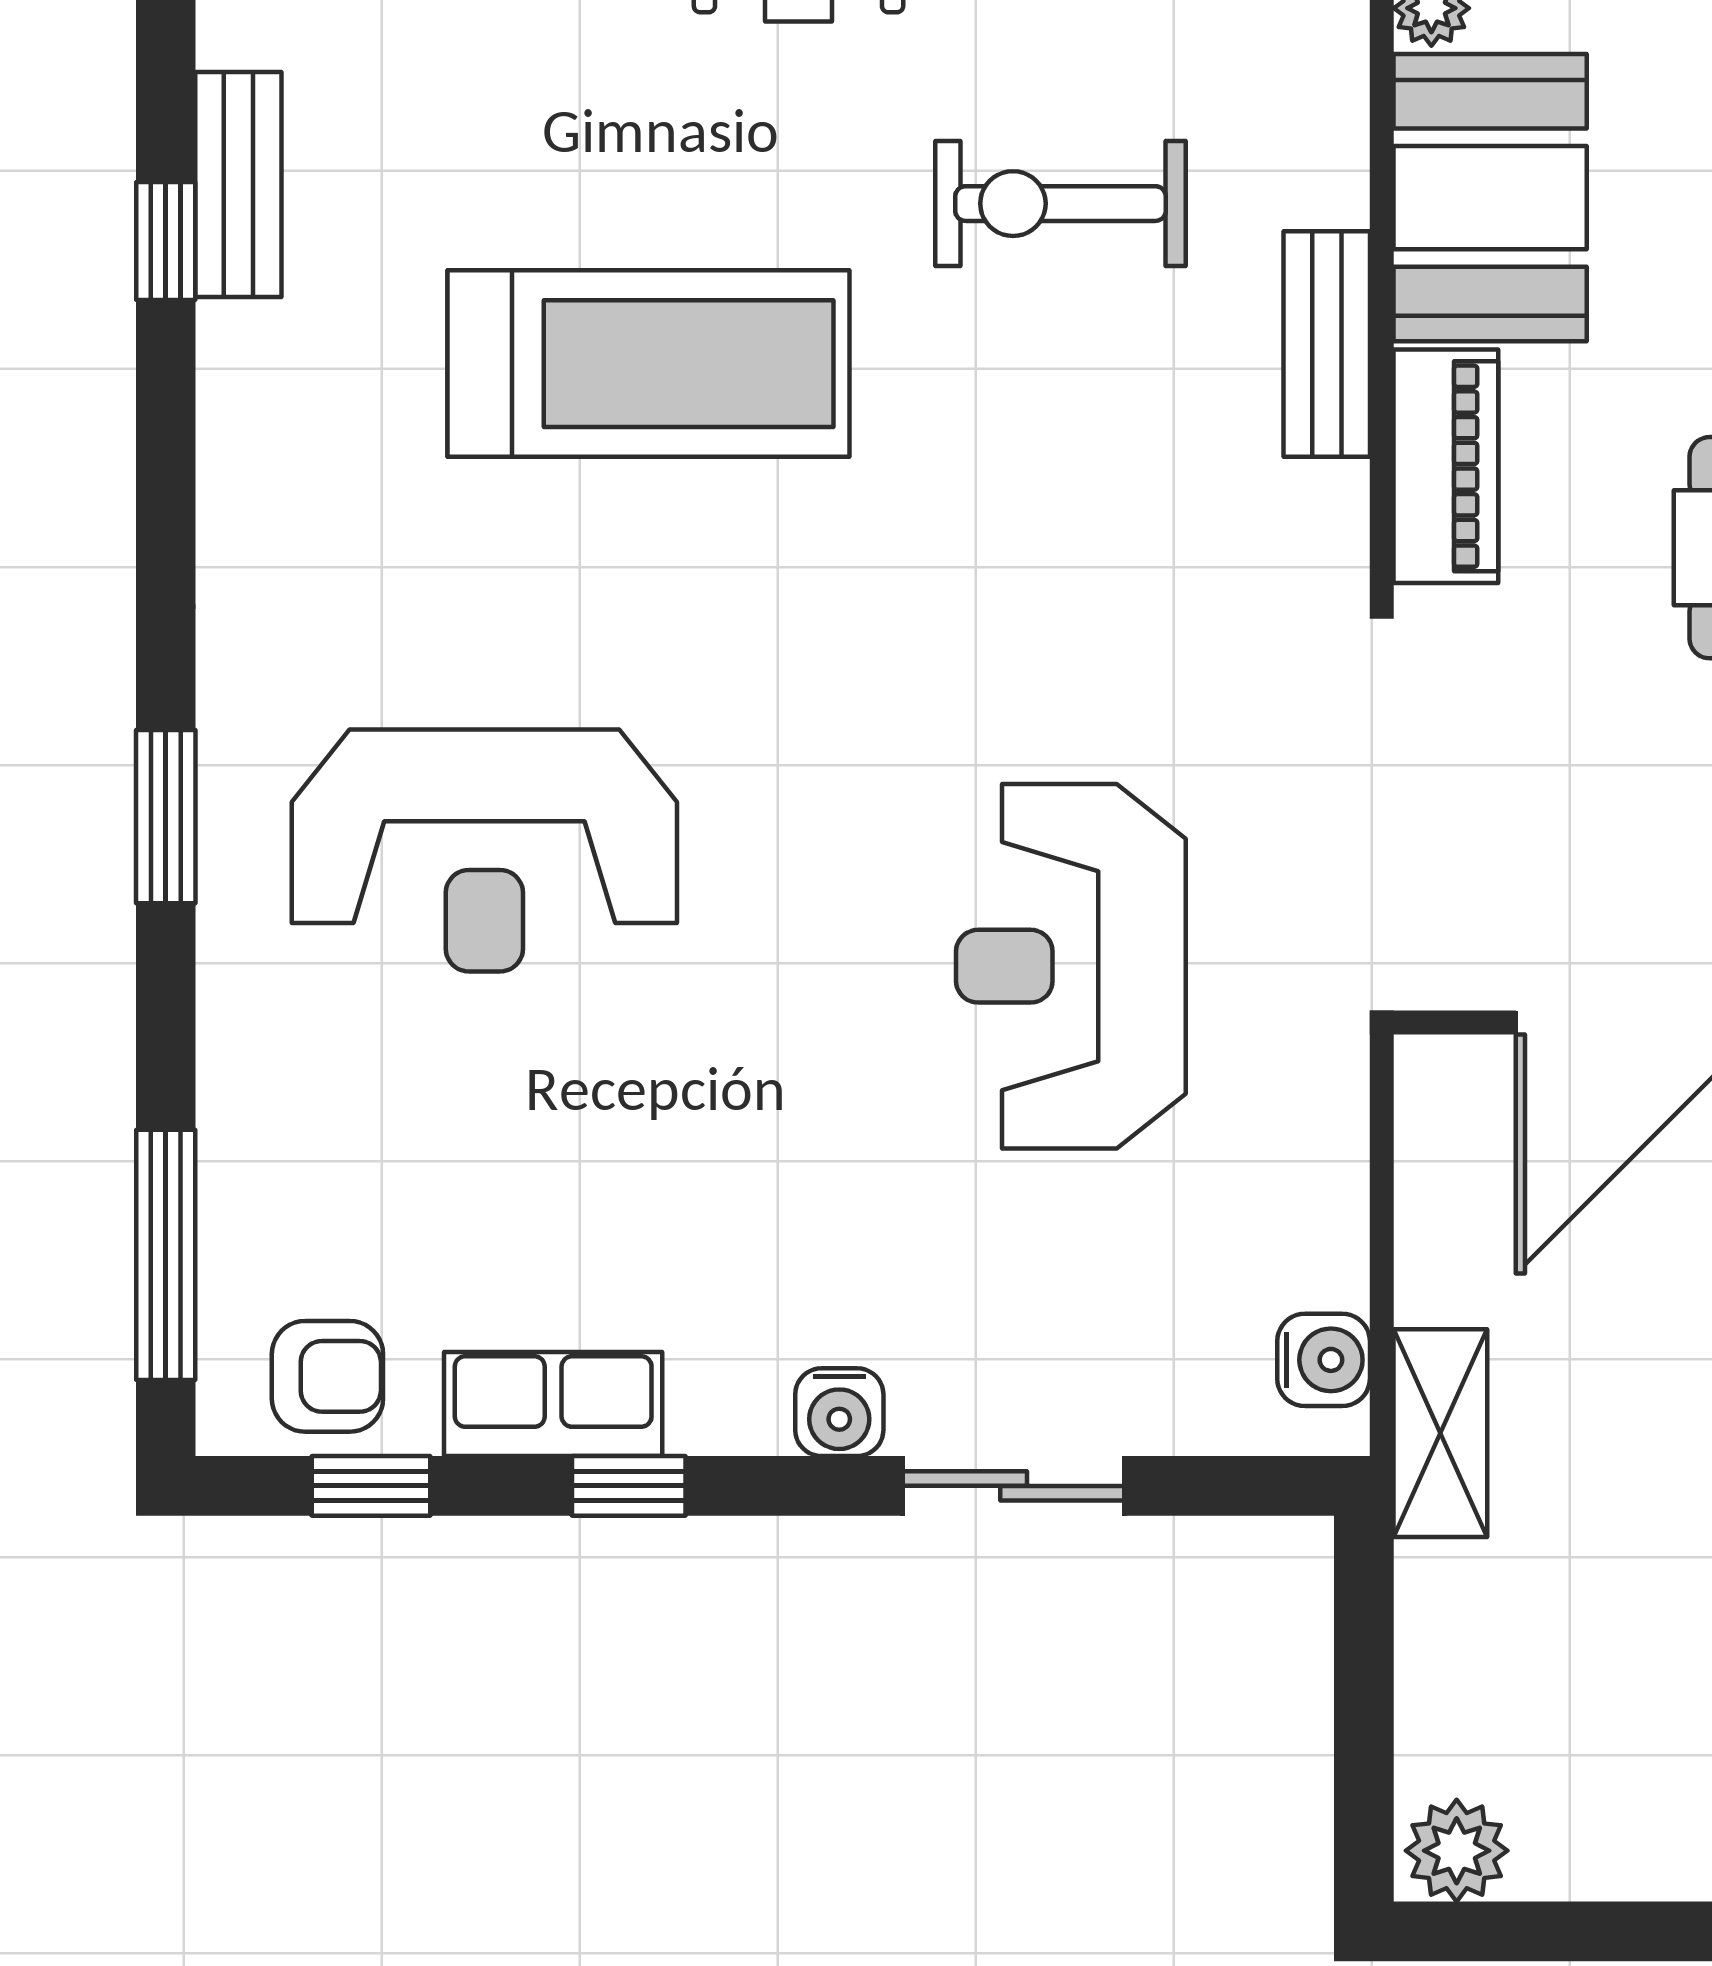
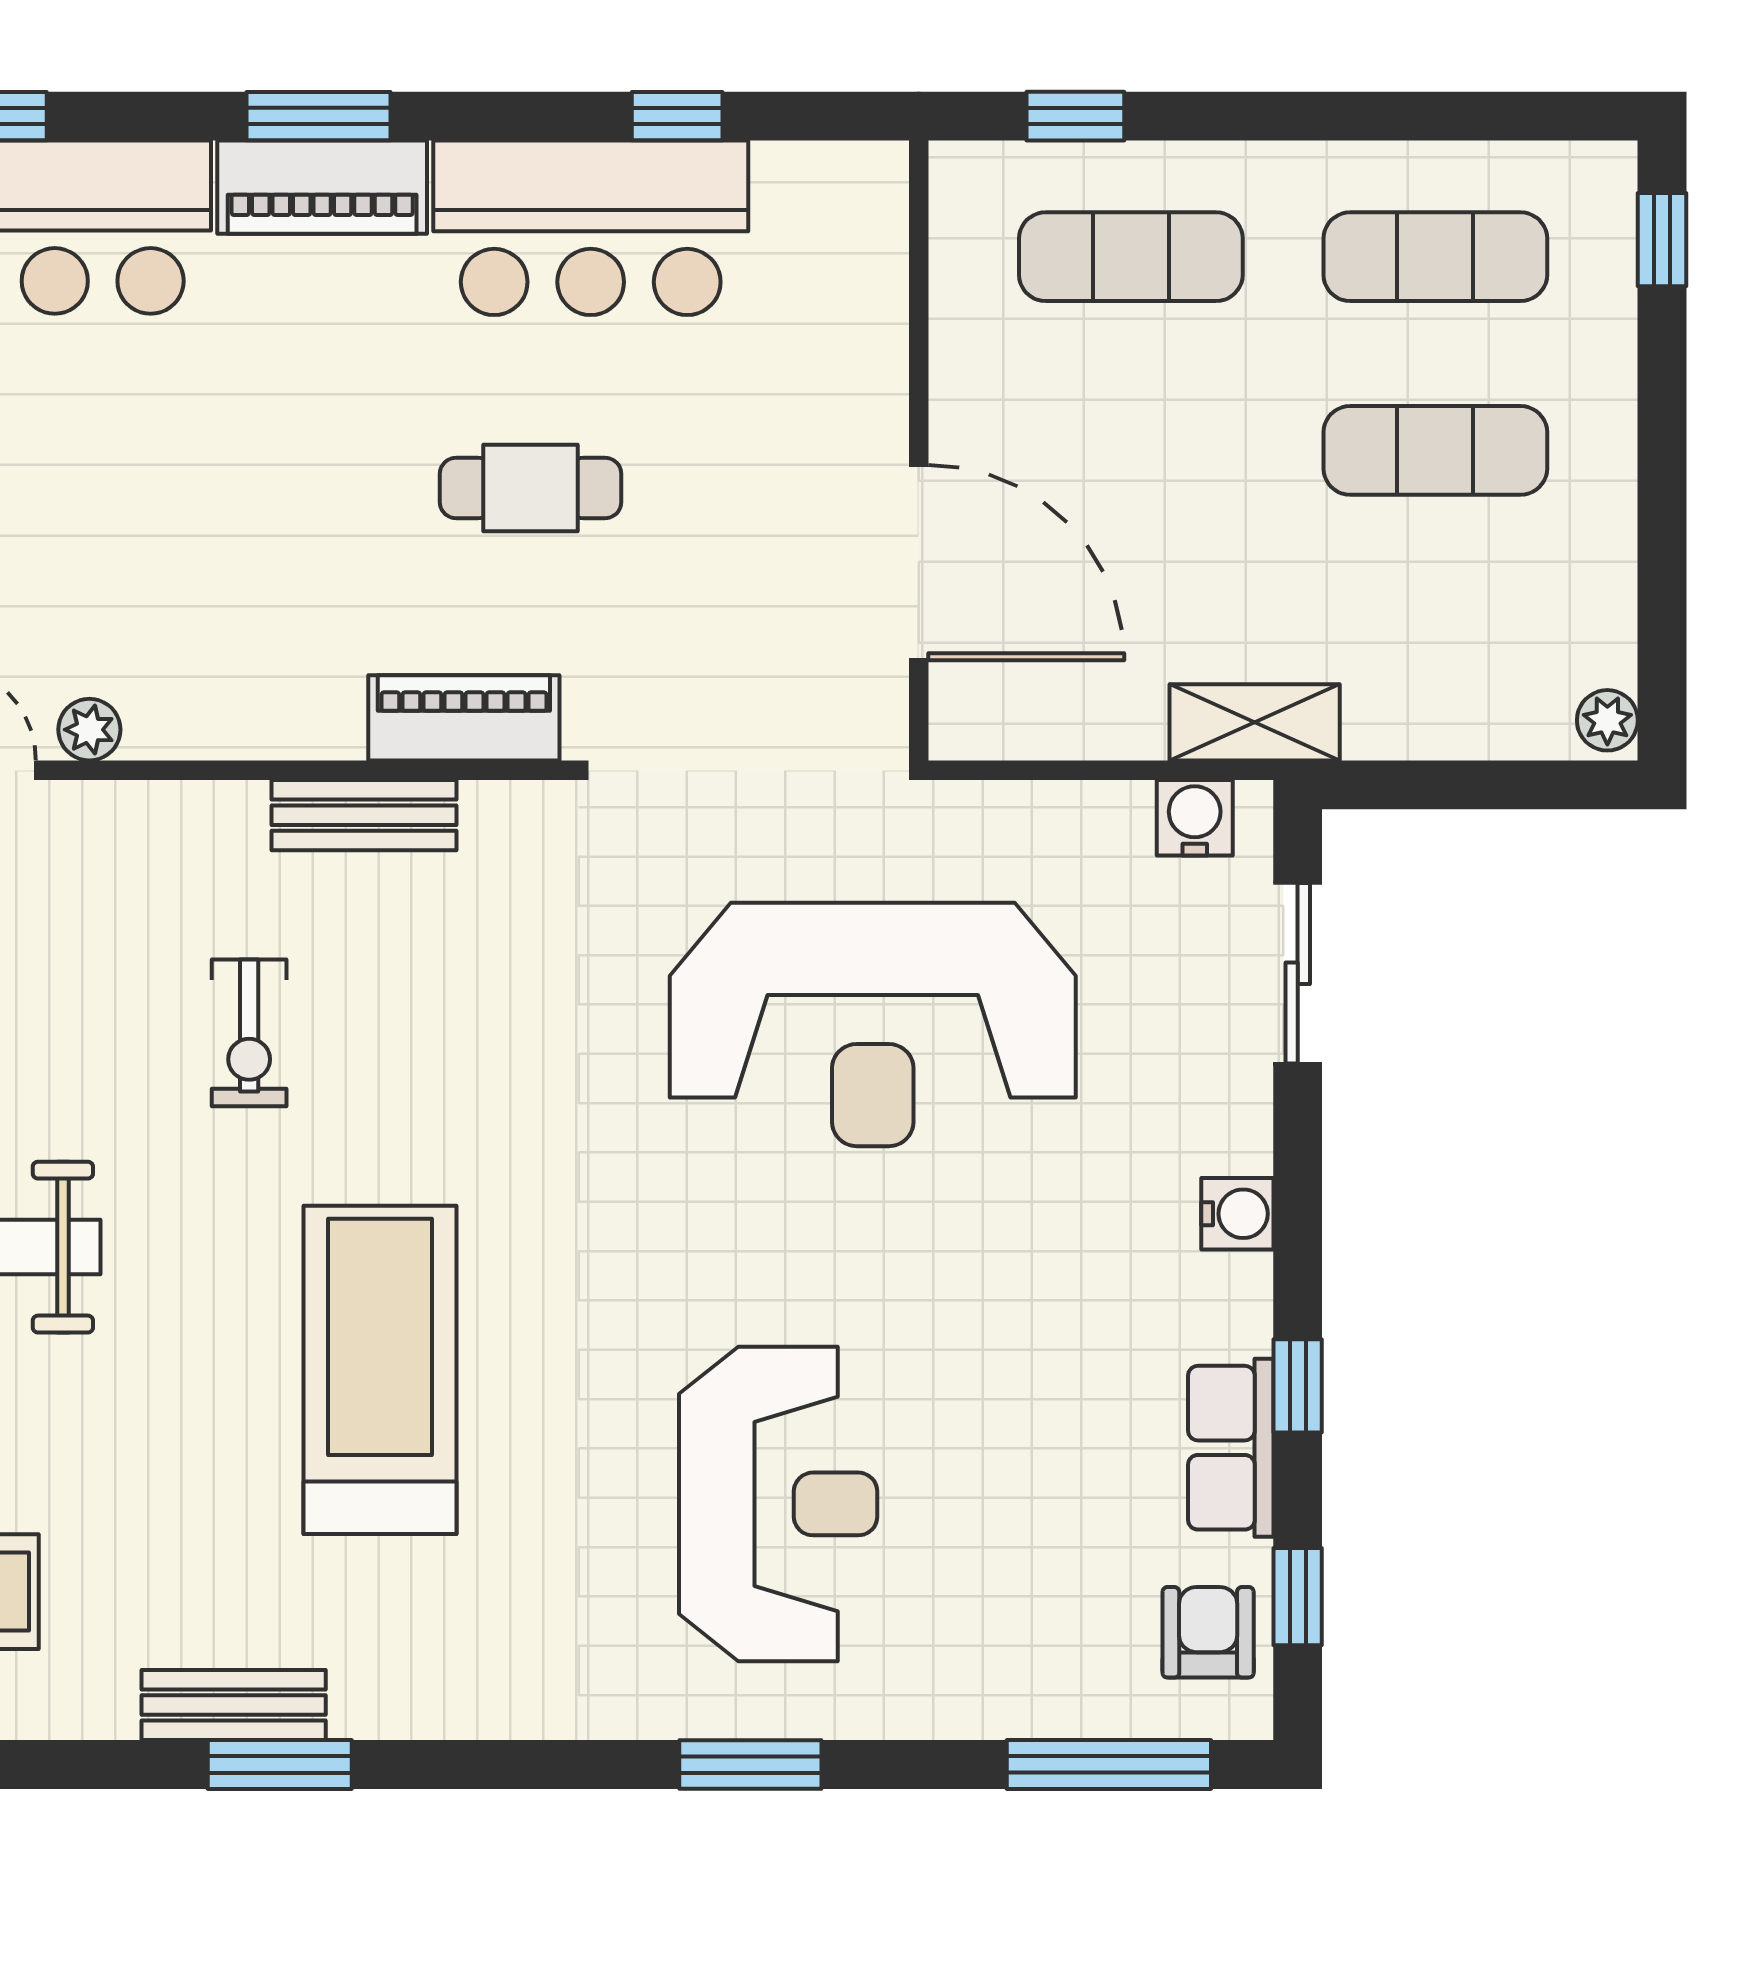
booth: (1490, 198) -> (244, 682), removed
exercise bike: (1061, 204) -> (249, 1033), width x0.73, depth x0.72
window: (166, 241) -> (280, 1764), width x1.50
reception desk: (1071, 966) -> (873, 1024), width x1.36, depth x1.30
sliding door: (1014, 1486) -> (1298, 973), moved
plant: (1457, 1851) -> (1607, 720), width x0.73, depth x0.73

